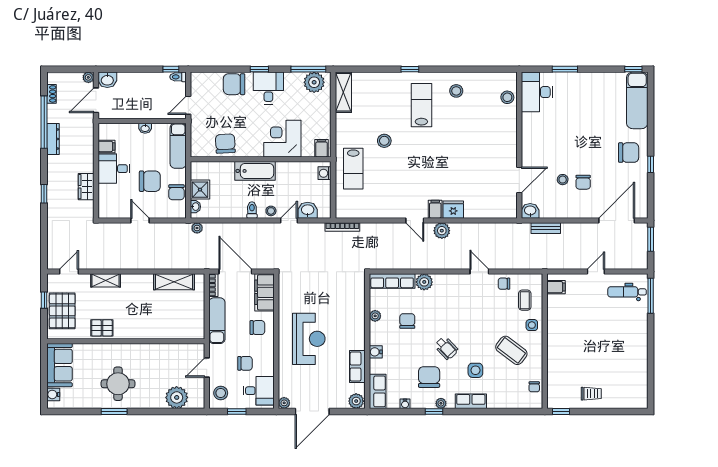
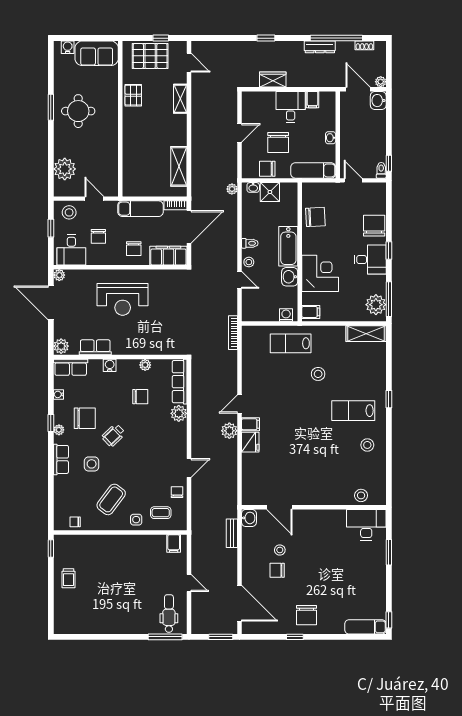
exam couch: (637, 100) -> (365, 627), width x0.73, depth x0.69
lab bench: (421, 105) -> (353, 411), turned 180
washbasin: (308, 210) -> (290, 277), moved, turned 180

